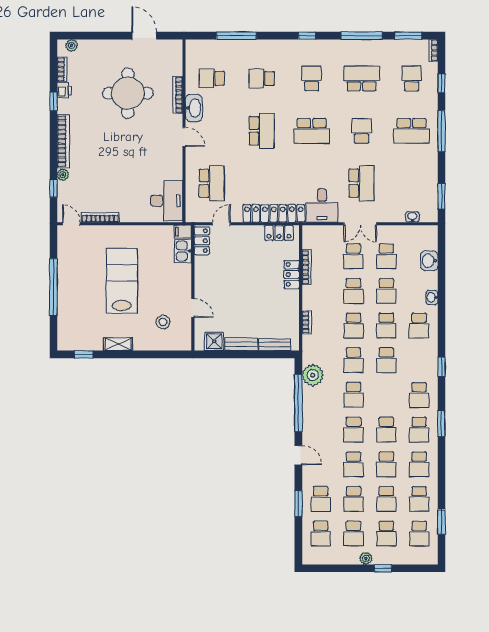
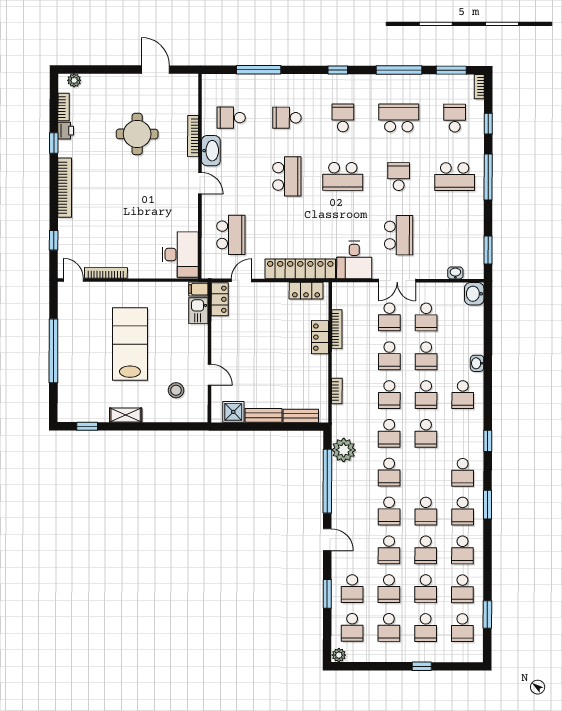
round table: (128, 93) -> (137, 134), width x0.73, depth x0.73
plant: (63, 175) -> (64, 225), removed
washbasin: (429, 261) -> (474, 294), moved
plant: (366, 558) -> (339, 655), moved

